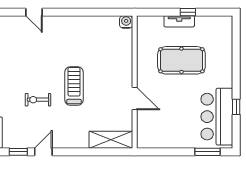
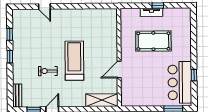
water cooler: (126, 22) -> (112, 13), removed
treadmill: (74, 86) -> (74, 61), width x1.37, depth x1.38
door: (135, 98) -> (119, 69), swing flipped

